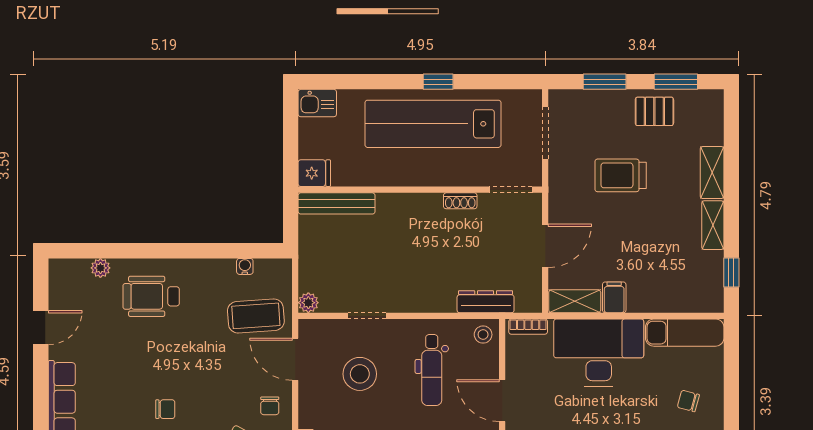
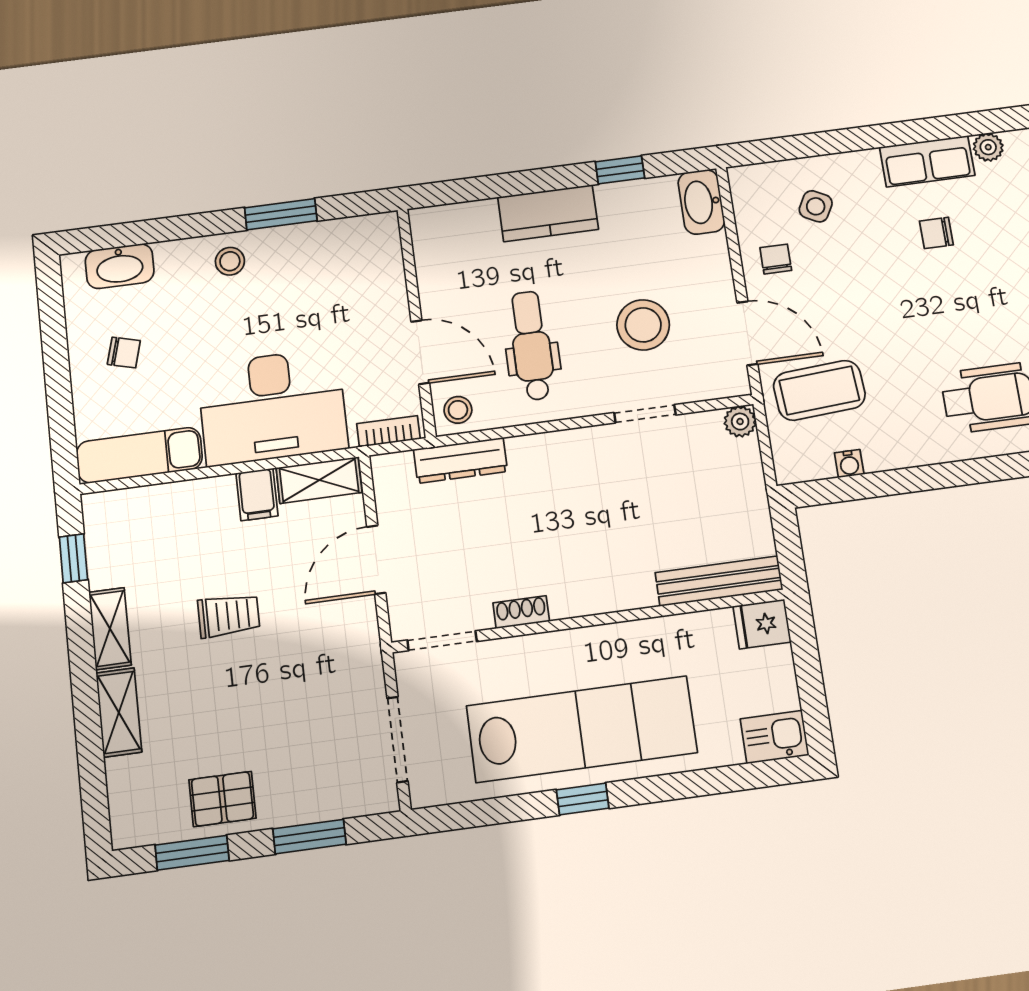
trolley: (621, 175) -> (229, 615), moved, width x0.73, depth x0.72
door: (502, 401) -> (420, 352), moved

